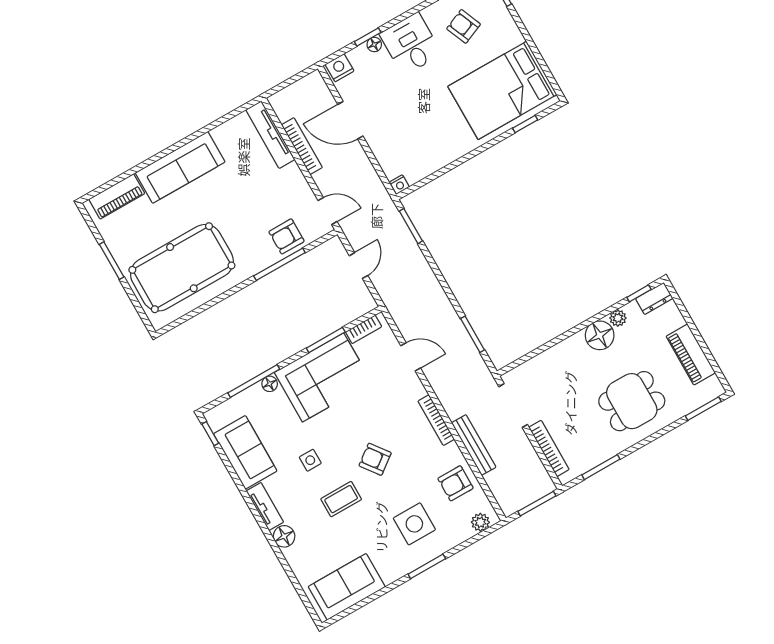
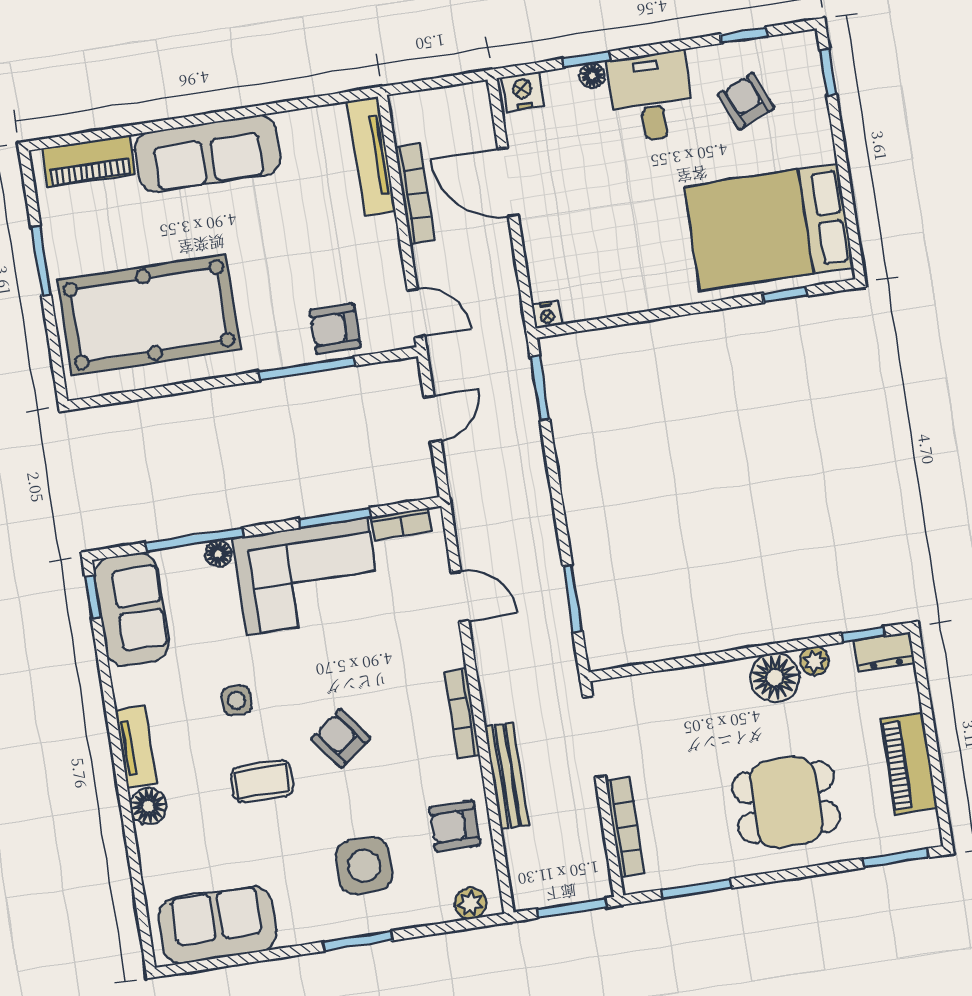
sofa: (245, 452) -> (131, 609), moved

